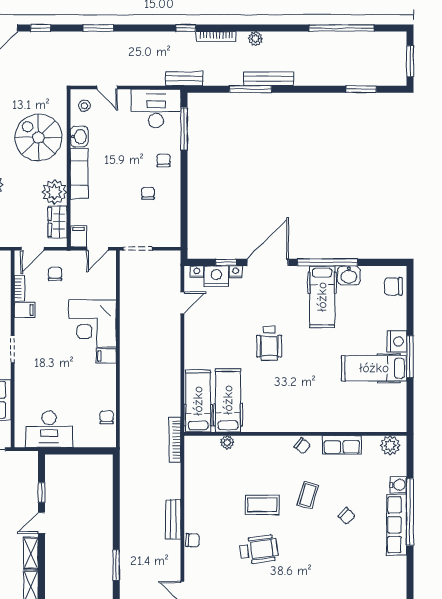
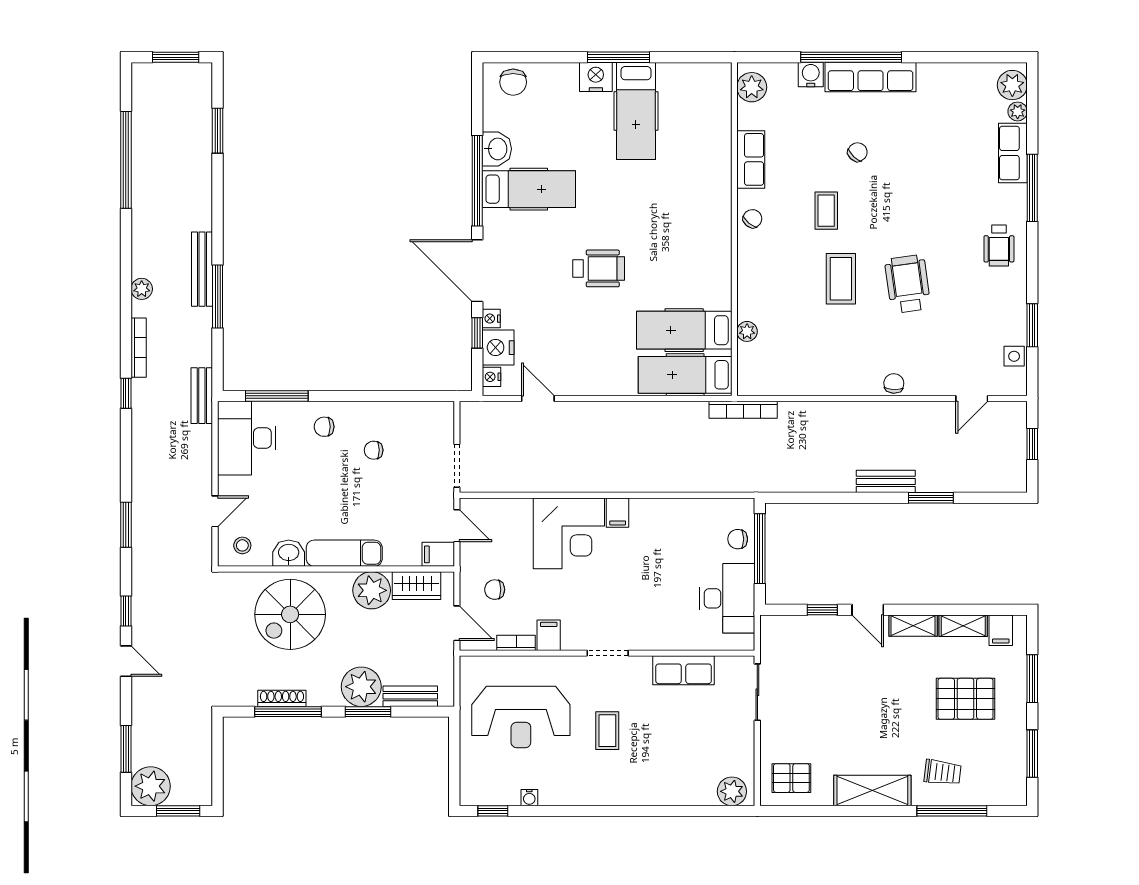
chair: (107, 417) -> (738, 539), moved
window: (82, 451) -> (760, 549), added
coffee table: (308, 495) -> (826, 211), turned 74
bench: (173, 519) -> (886, 481), moved

